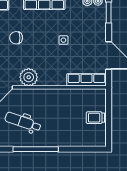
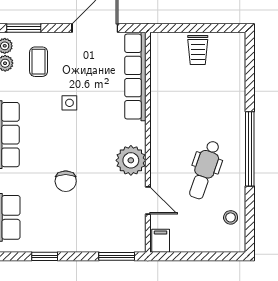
coffee table: (88, 21) -> (39, 62), added
row of seats: (86, 80) -> (135, 77), width x1.36

